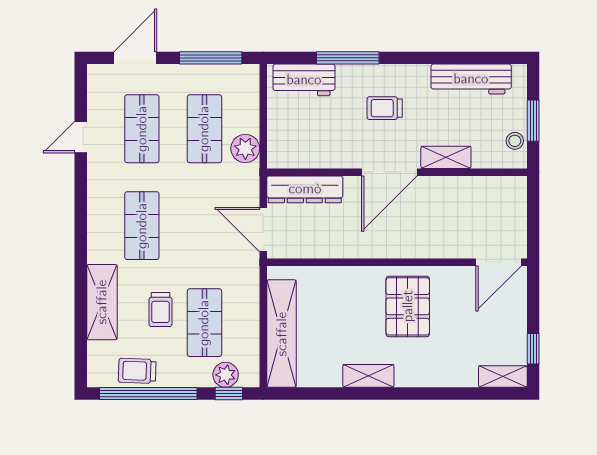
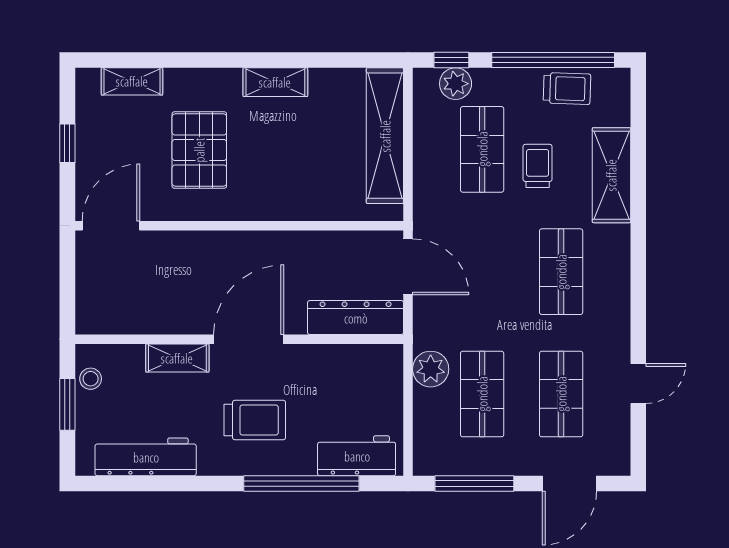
window: (348, 58) -> (301, 483), width x1.46
trolley: (385, 108) -> (255, 420), width x1.36, depth x1.39
pallet: (408, 306) -> (199, 150), moved
window: (533, 349) -> (67, 143), moved
shelving: (503, 376) -> (132, 81), moved

